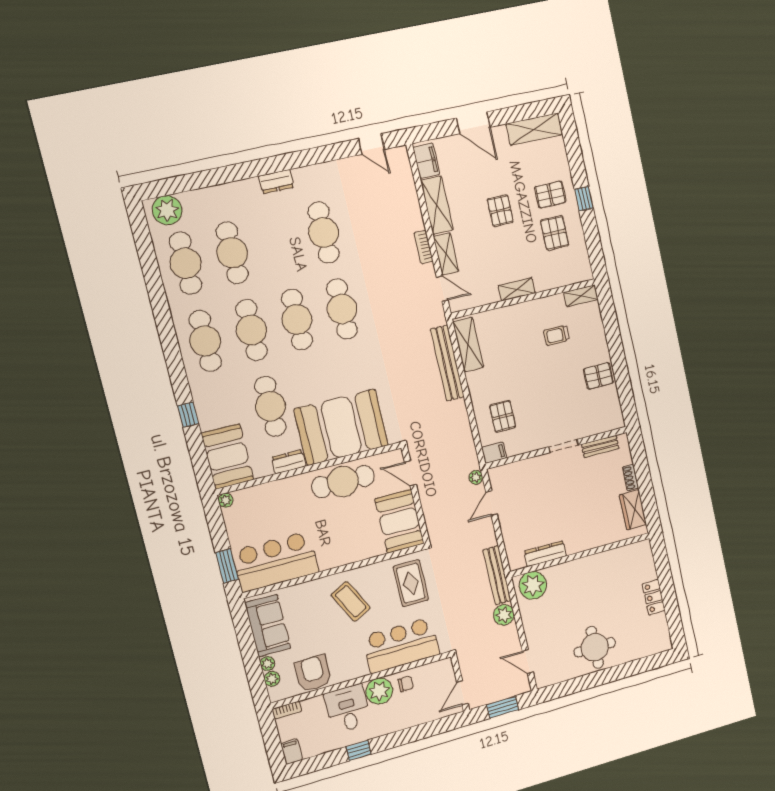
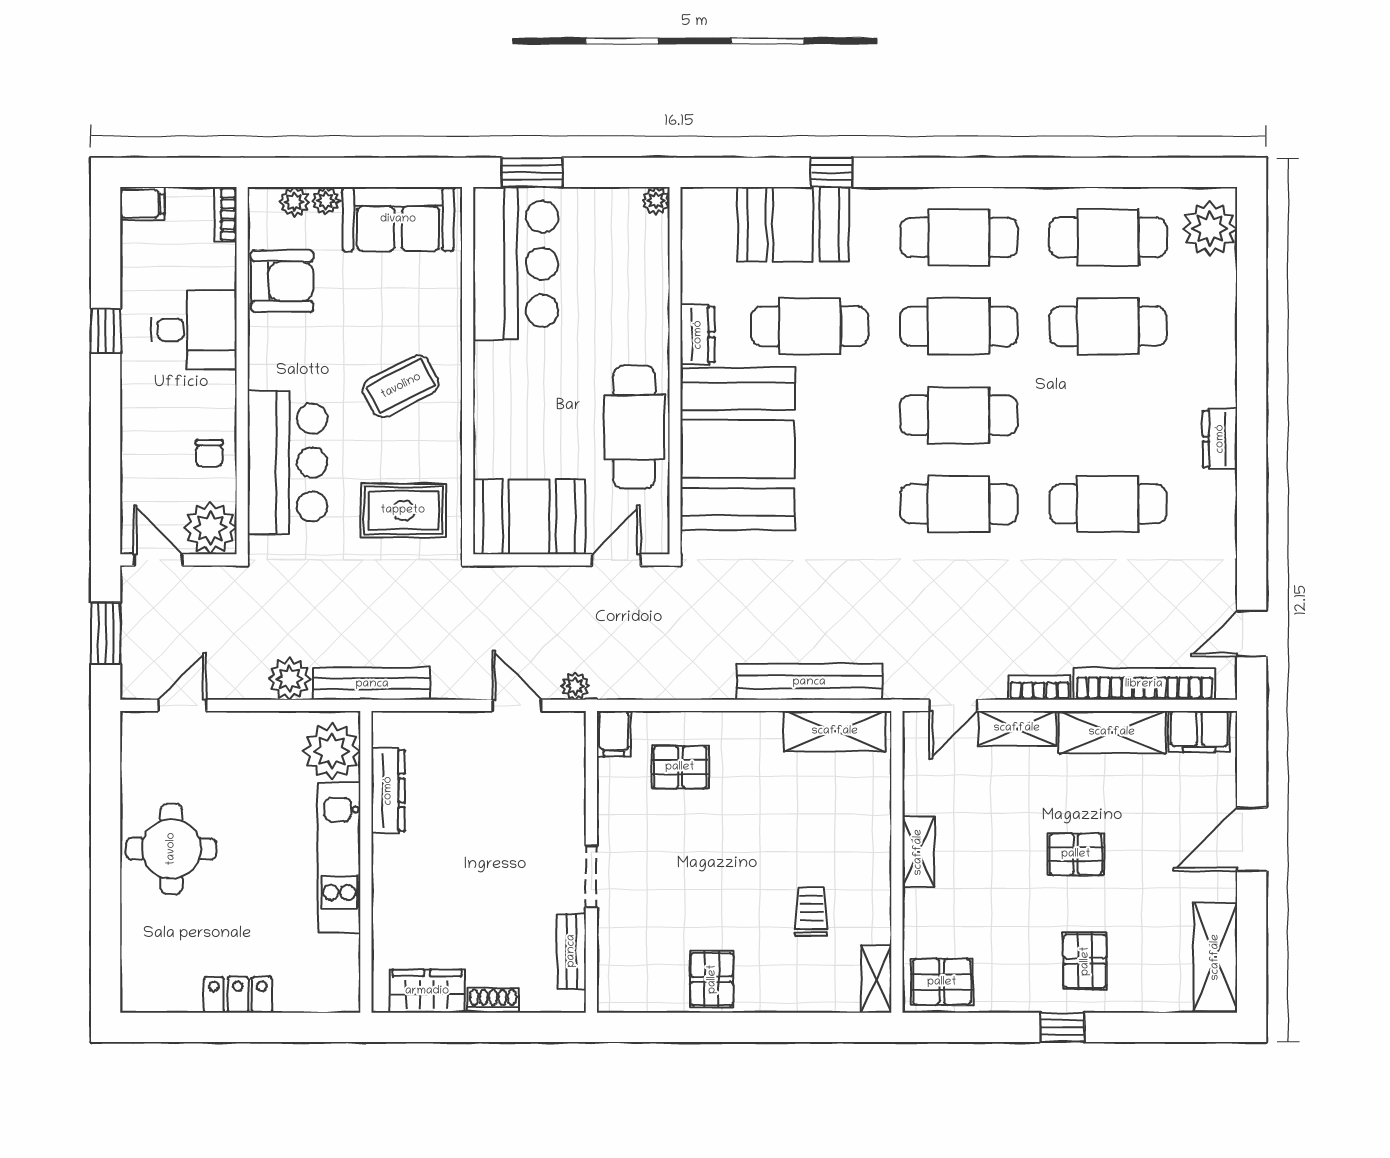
bookcase: (409, 194) -> (1144, 684), added
pallet: (555, 233) -> (942, 982), moved
booth: (227, 457) -> (793, 224), moved
kitchen unit: (581, 568) -> (339, 858), added
plant: (379, 691) -> (210, 528), moved

